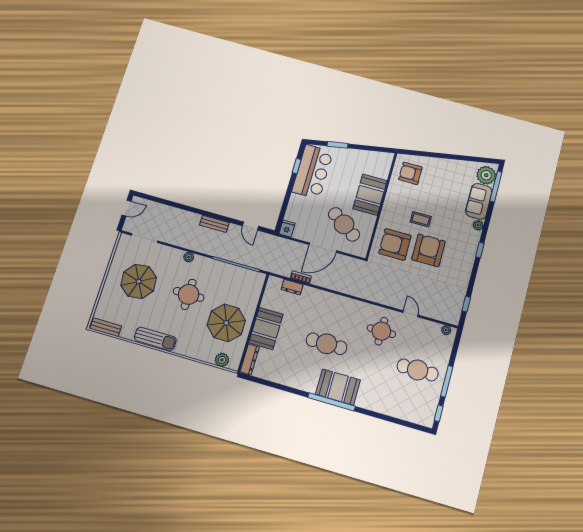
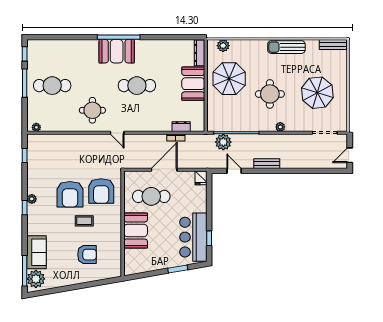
armchair: (410, 173) -> (87, 255), moved
cafe table: (344, 224) -> (151, 196), turned -35
plant: (478, 225) -> (32, 199), moved
armchair: (395, 244) -> (101, 191), turned 90
plant: (253, 259) -> (223, 142), added
door: (410, 314) -> (117, 133), moved

